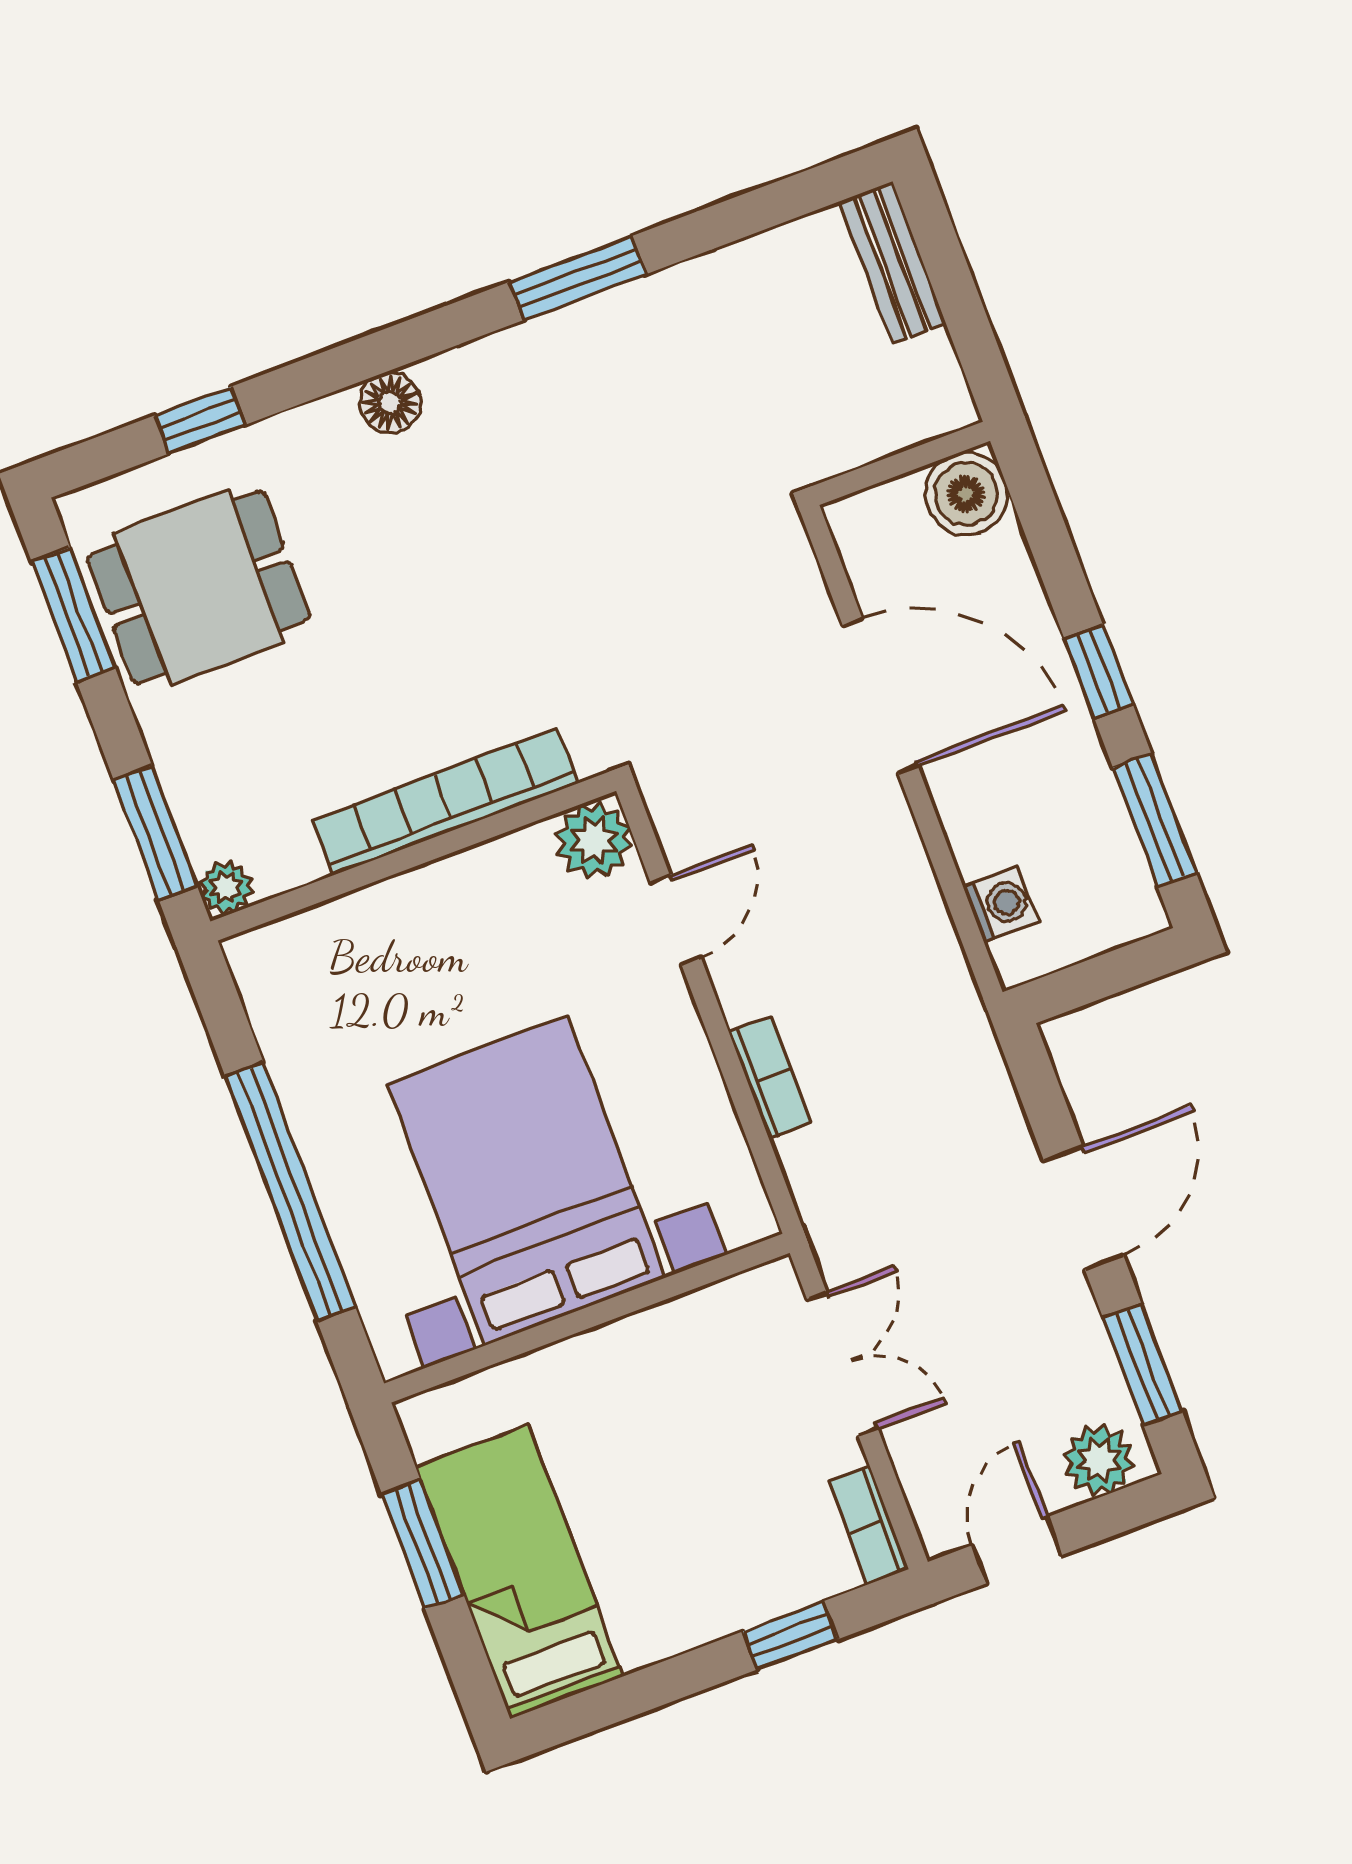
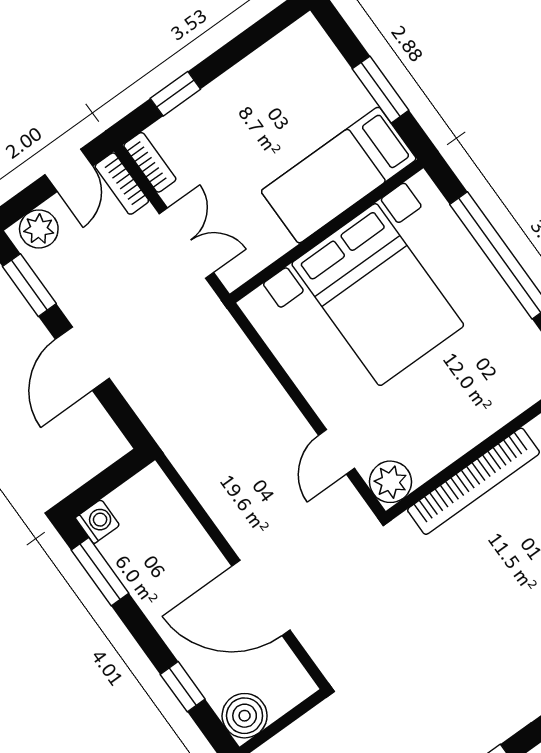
window: (1099, 672) -> (183, 687), moved
washing machine: (1001, 904) -> (97, 521), moved, turned 180
bookcase: (770, 1077) -> (122, 184), moved
double door: (842, 1364) -> (186, 243), swing flipped
bed: (519, 1572) -> (339, 175), moved, turned 90

